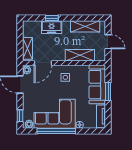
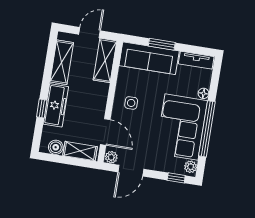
freezer: (52, 27) -> (56, 105), width x1.40
boiler: (27, 32) -> (56, 147), added
shelving: (80, 55) -> (105, 60), moved

